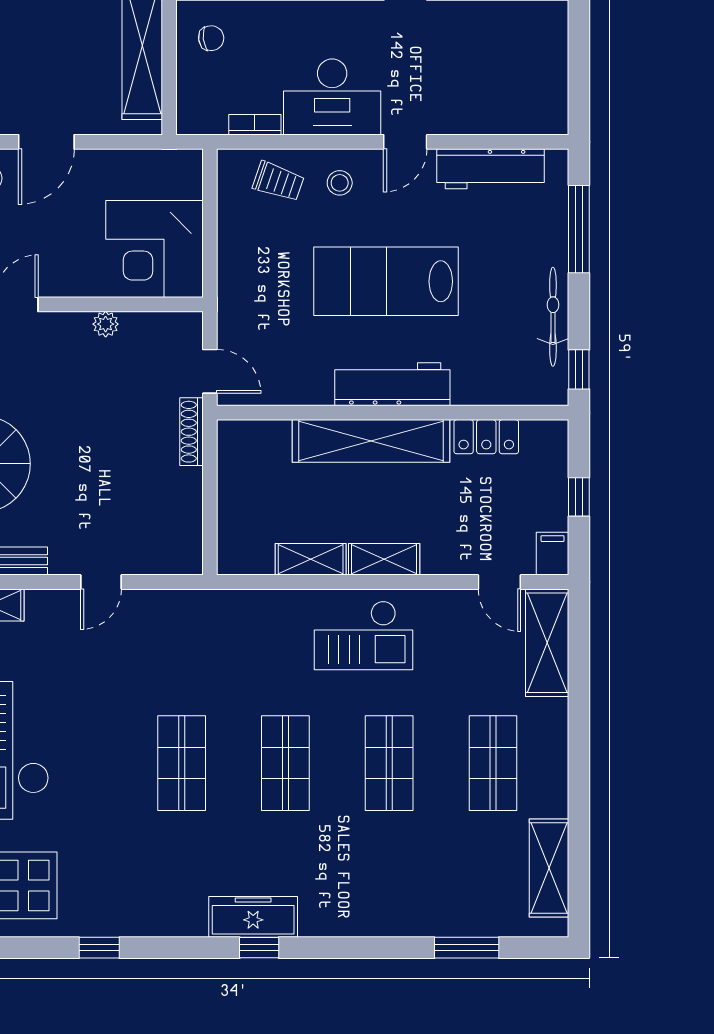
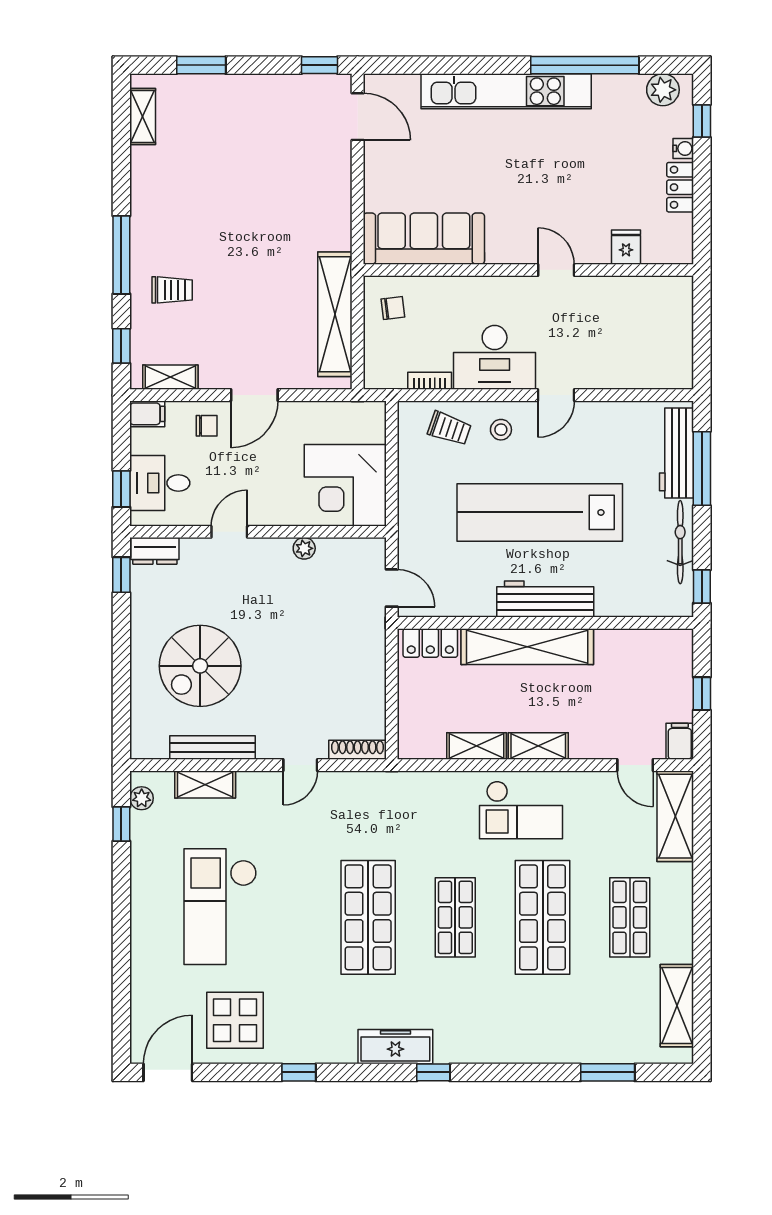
workbench: (490, 169) -> (676, 453), moved, turned 90
lab bench: (386, 281) -> (540, 512), width x1.36
shoe rack: (192, 432) -> (358, 750), moved, turned 90
locker: (486, 437) -> (430, 643), moved
shop shelf: (182, 763) -> (368, 917), width x1.43, depth x1.36
shop shelf: (389, 763) -> (543, 917), width x1.43, depth x1.36
freezer: (253, 917) -> (395, 1047), moved

